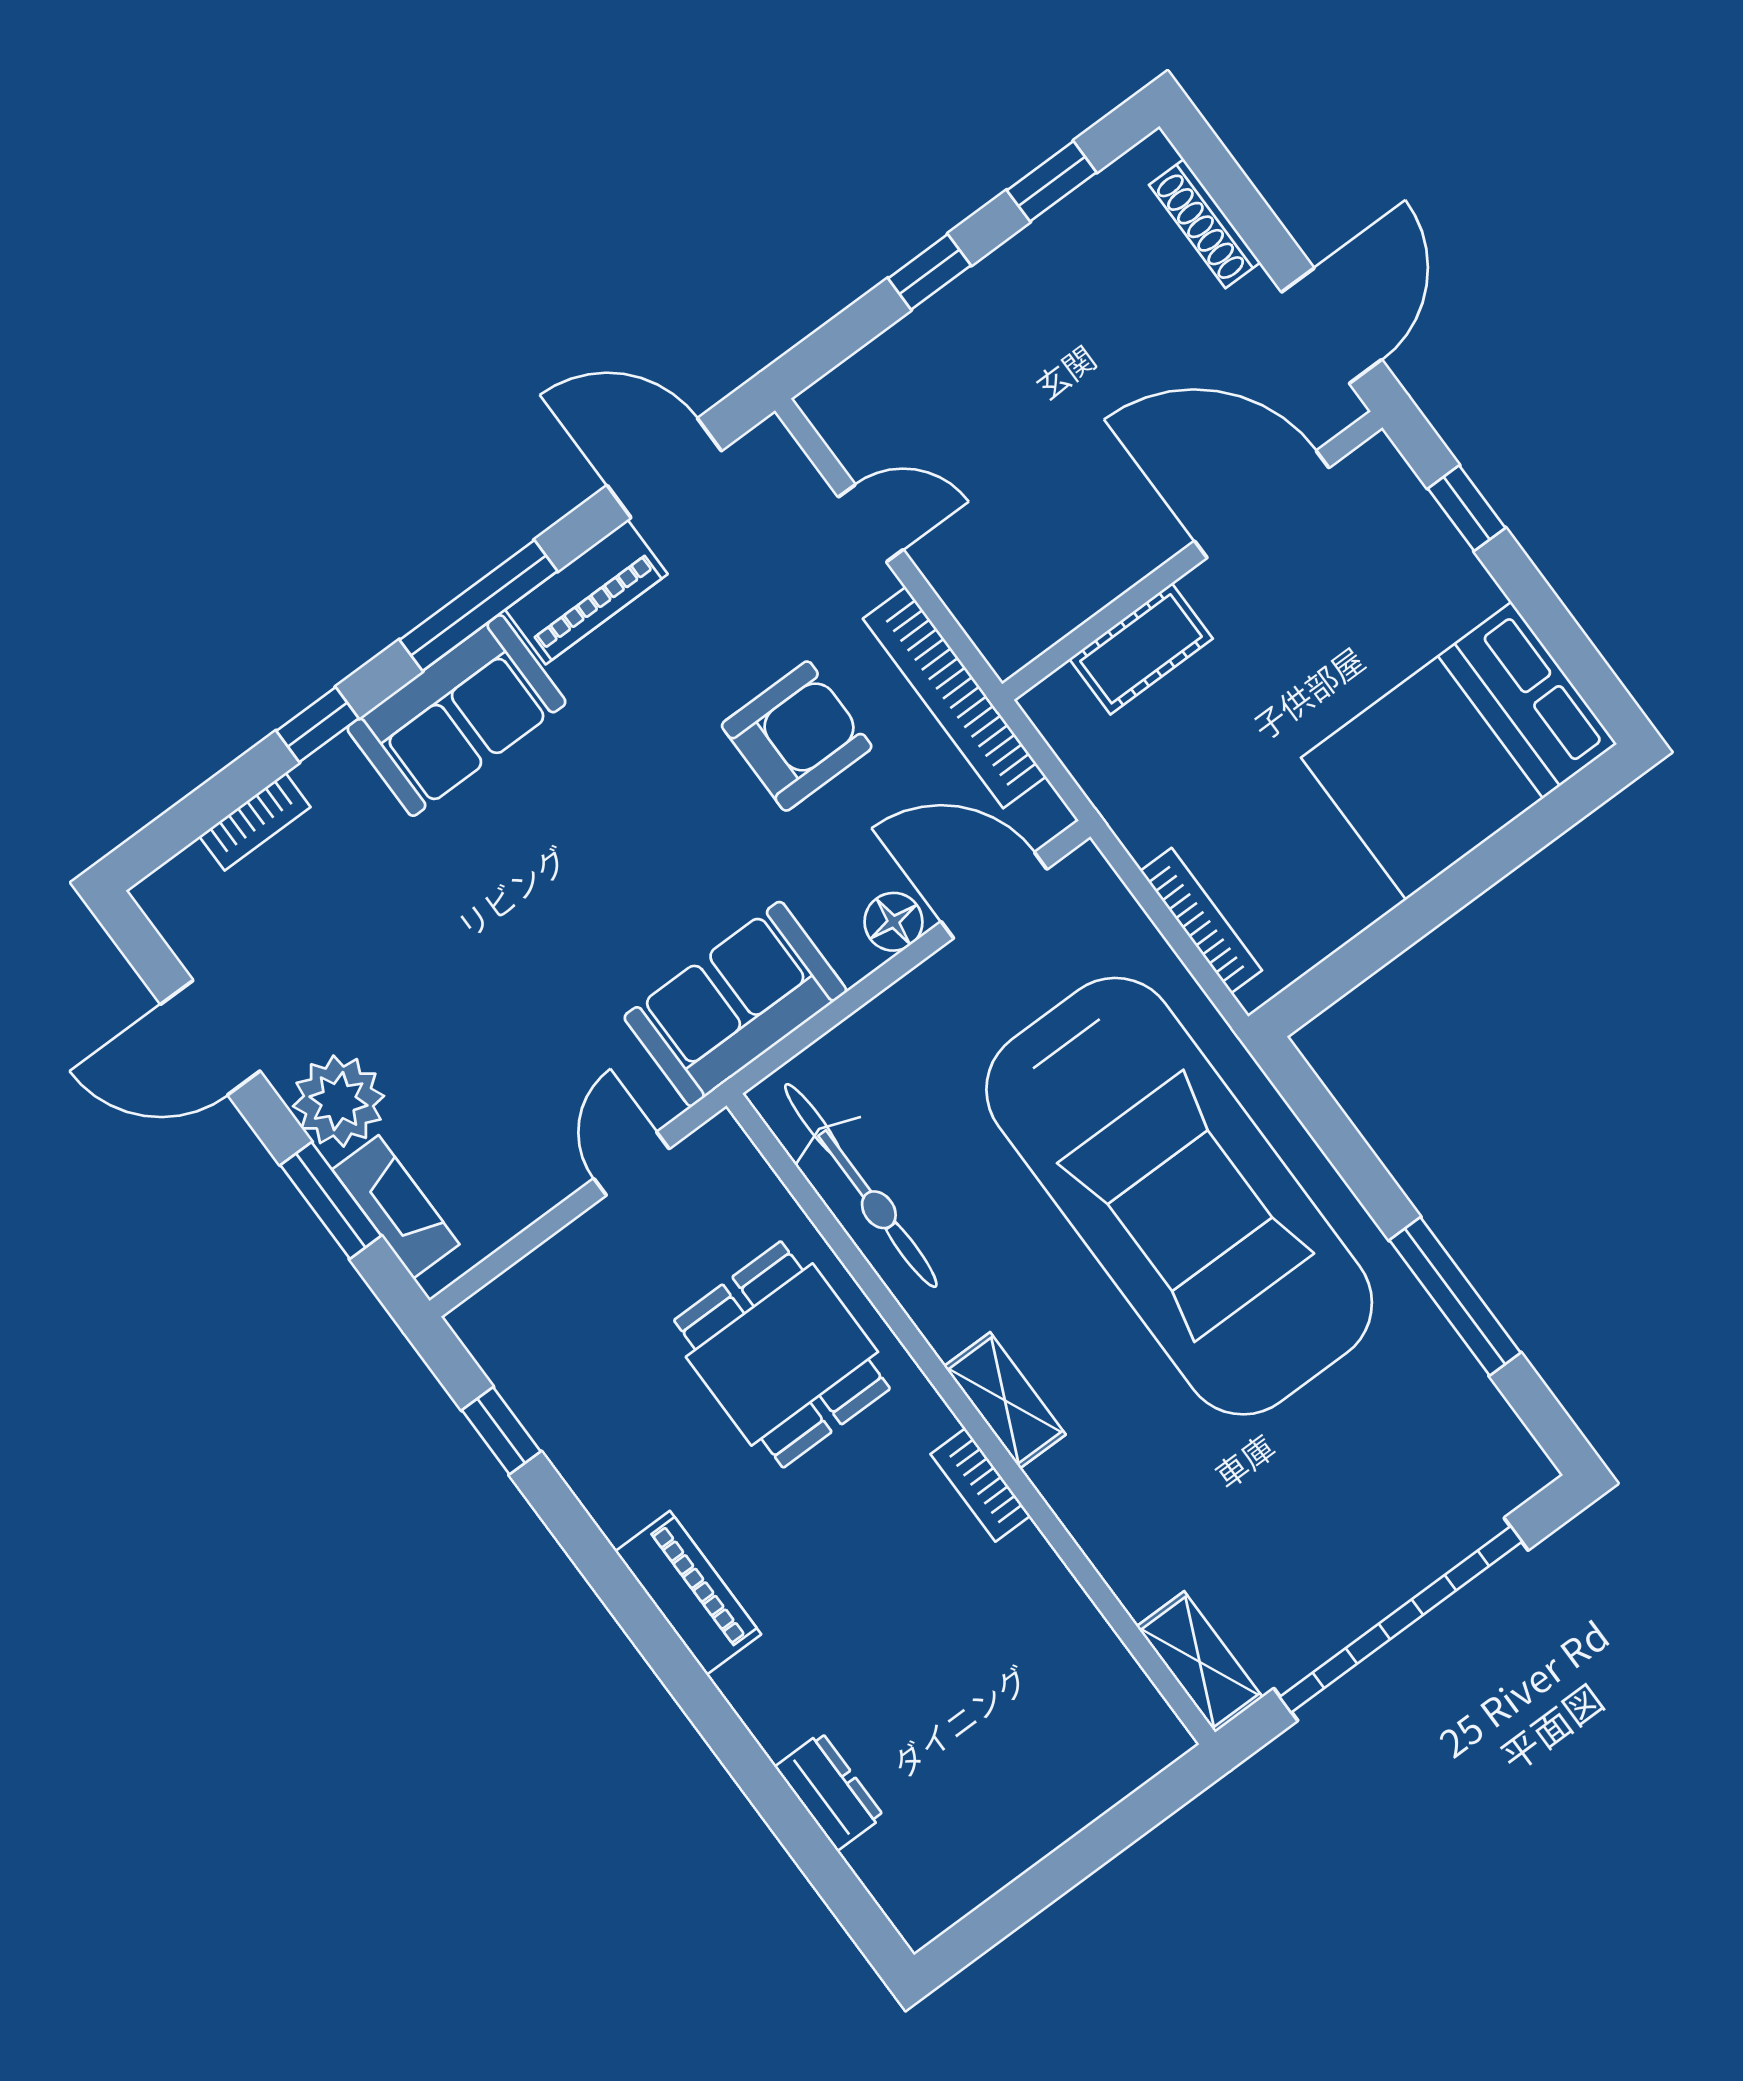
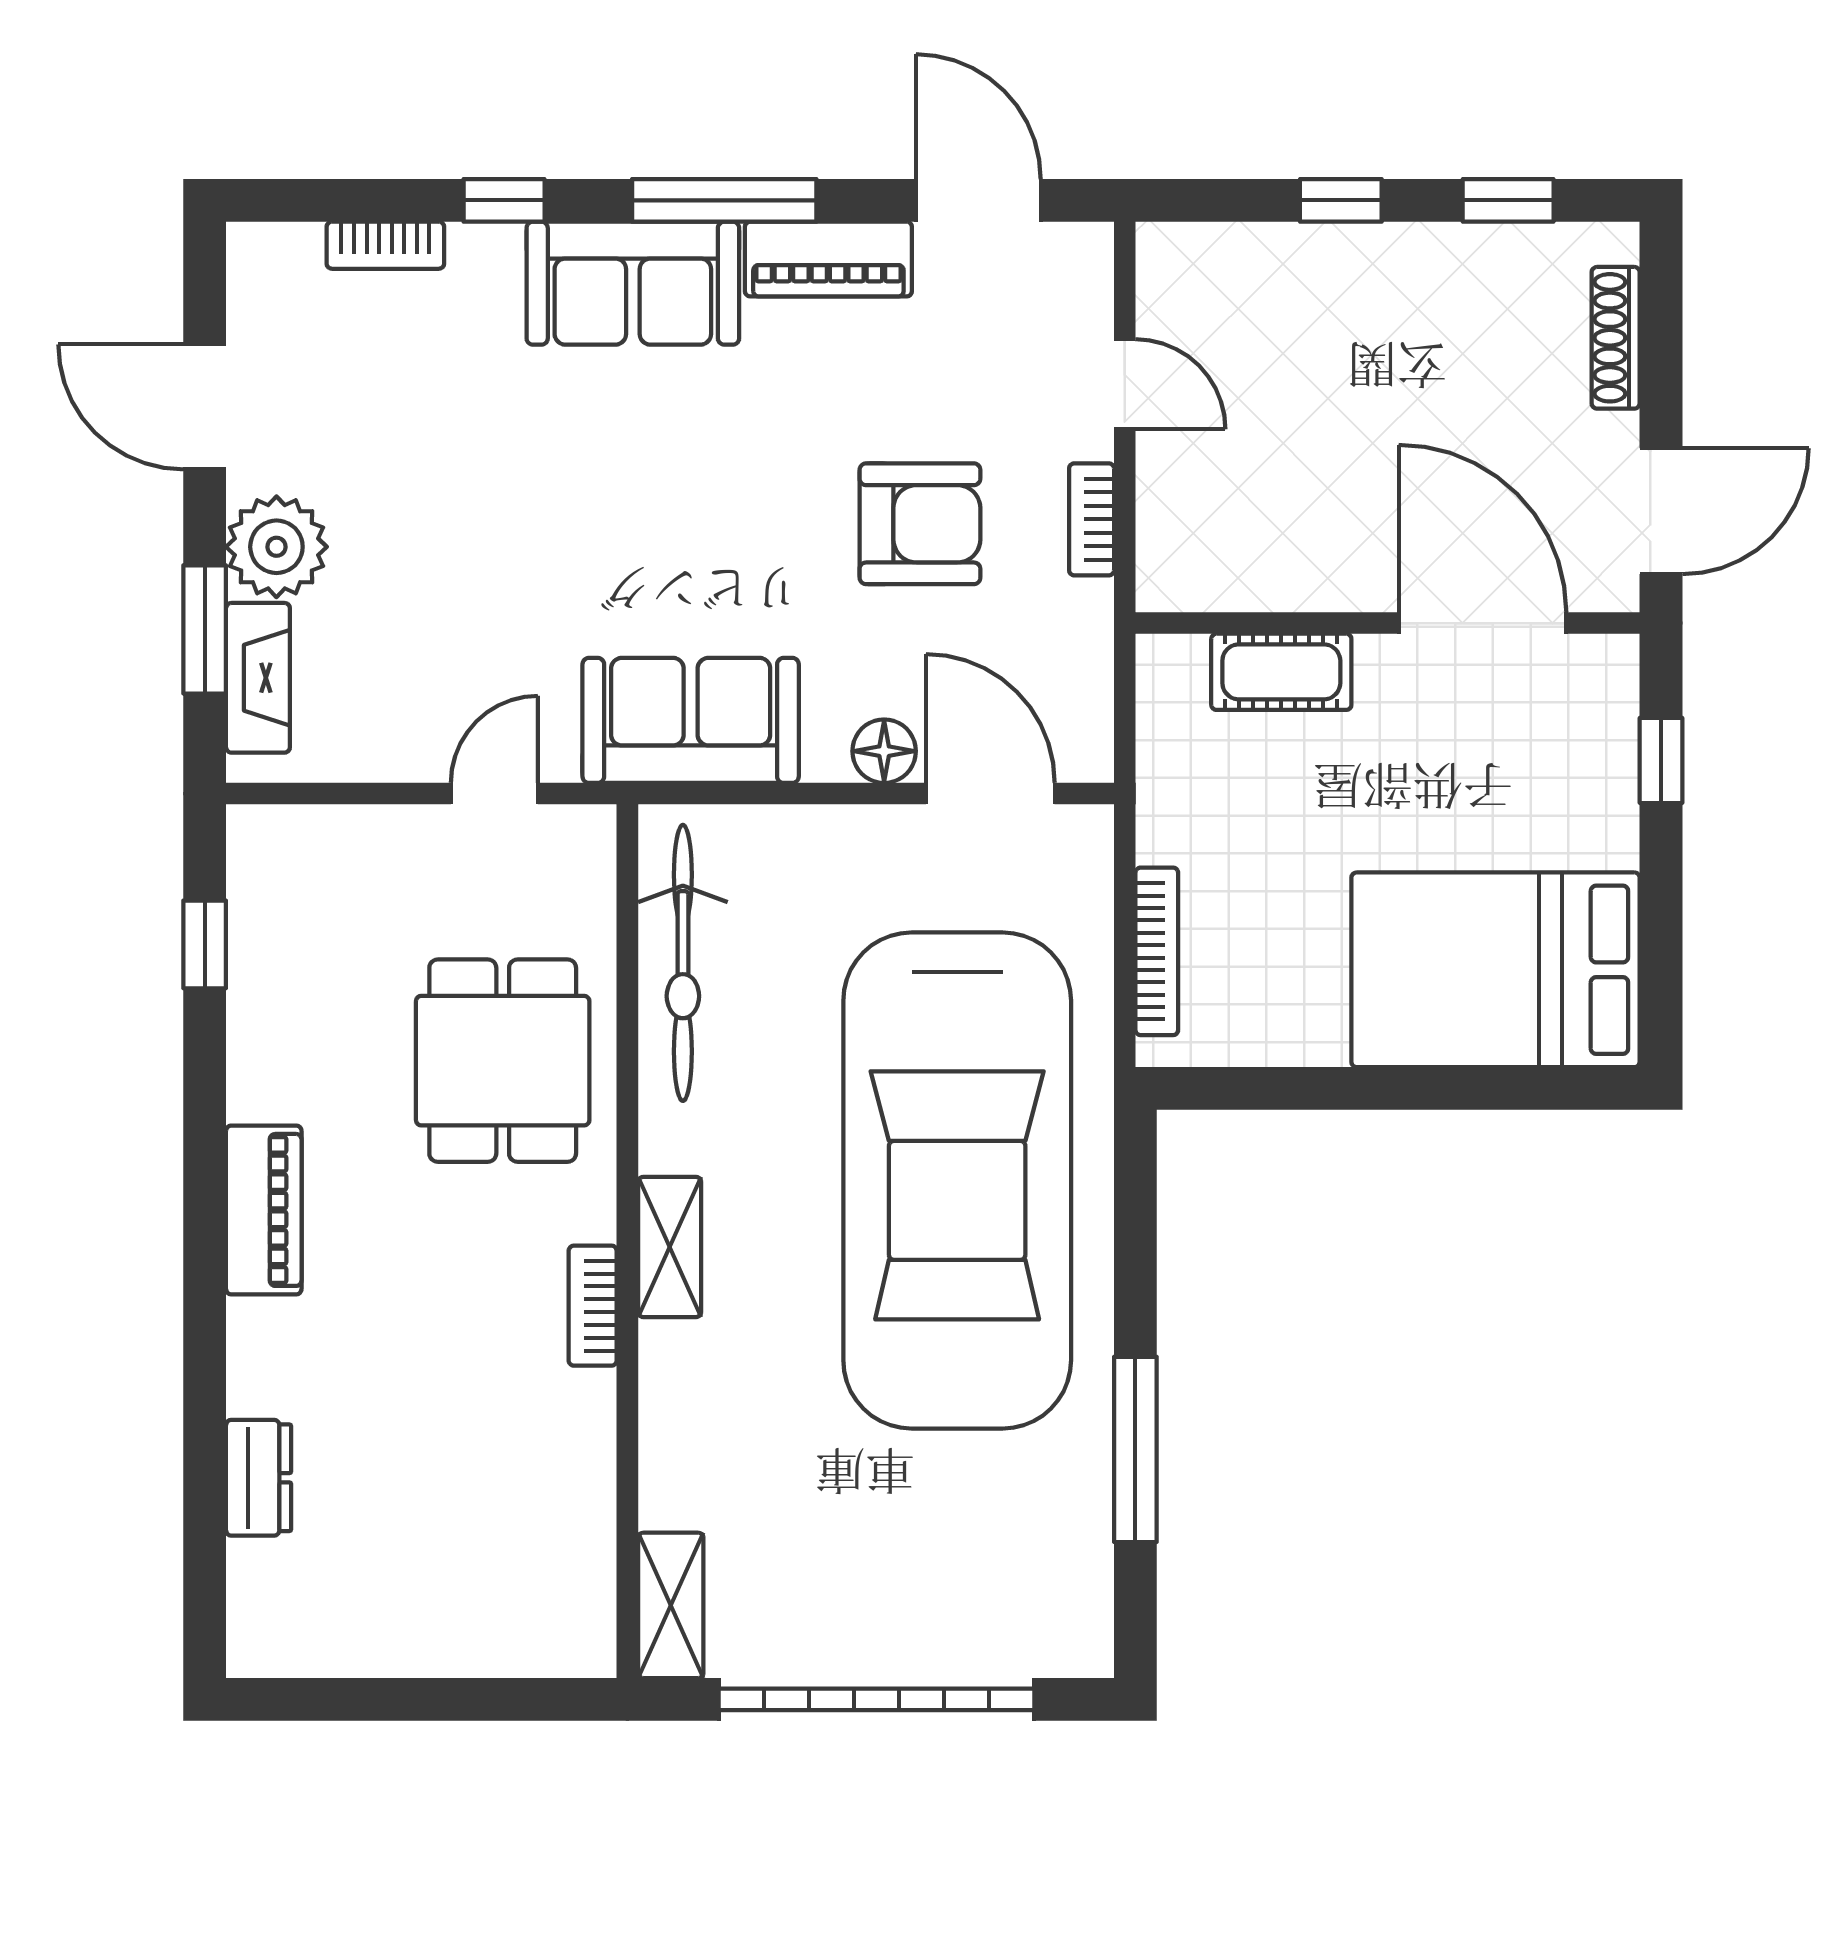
bookcase: (954, 698) -> (1092, 519), width x0.43, depth x0.76

